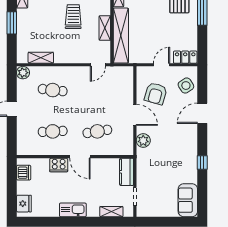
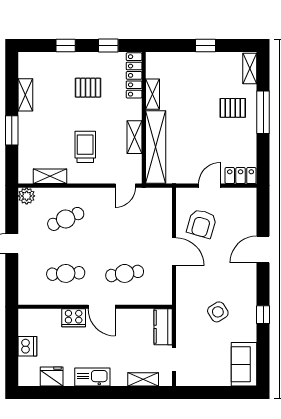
trolley: (73, 17) -> (85, 147), moved
side table: (186, 86) -> (218, 312), moved
cafe table: (53, 90) -> (66, 219), turned -30
plant: (143, 141) -> (185, 286), removed
dishwasher: (24, 173) -> (27, 346), moved
fridge: (24, 204) -> (52, 377), moved, turned -90

